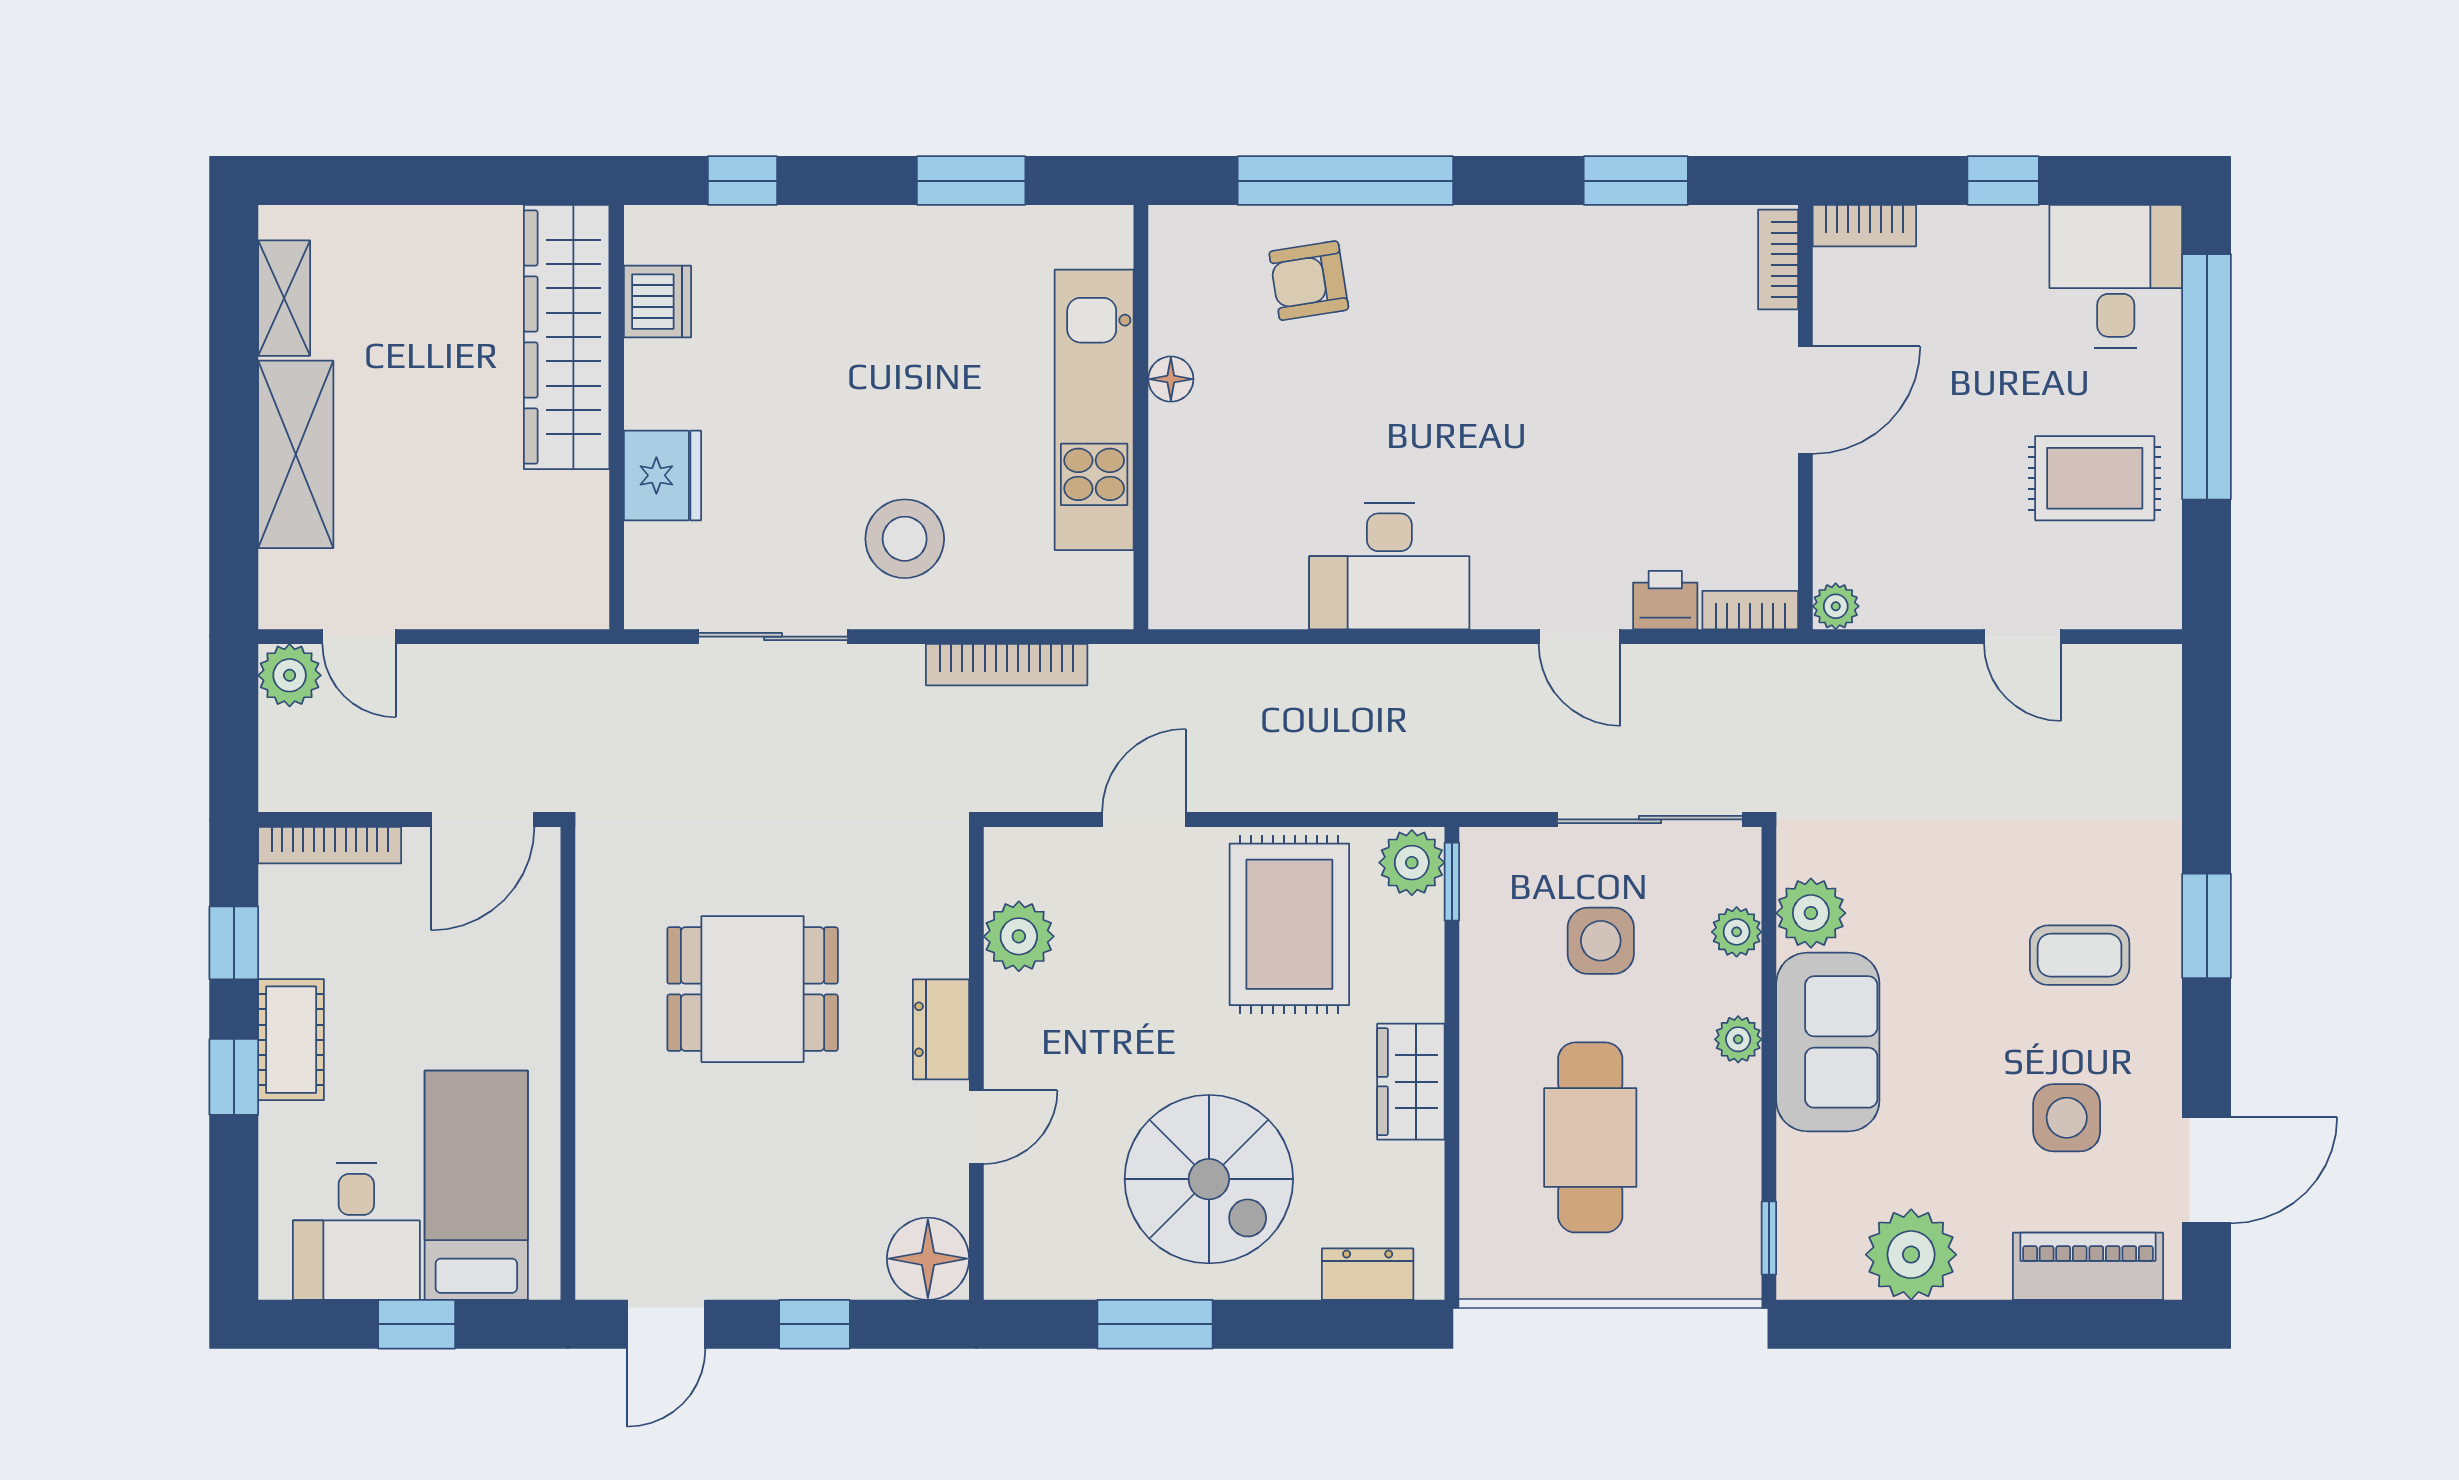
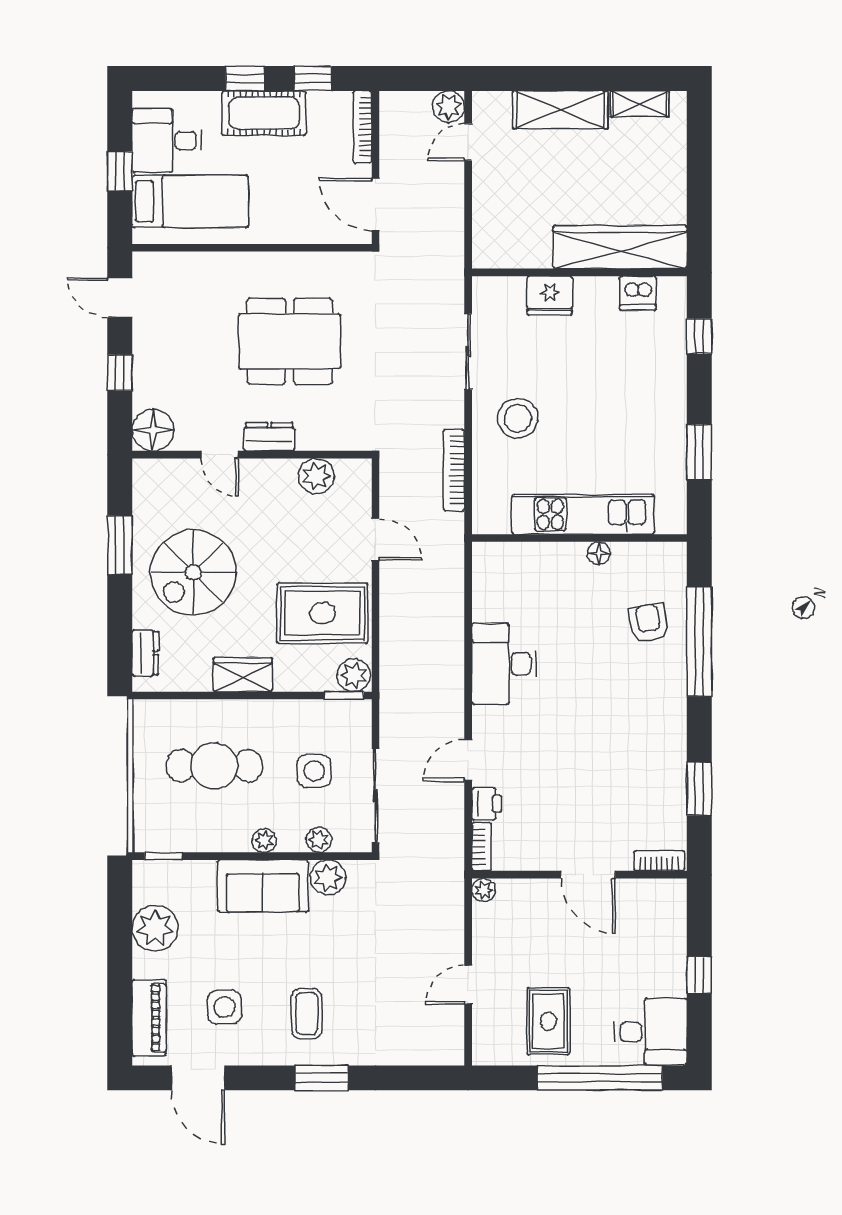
bookcase: (1864, 226) -> (676, 905), removed
dining table: (753, 989) -> (290, 341), width x1.38
cot: (291, 1040) -> (264, 113), width x1.37, depth x1.34

